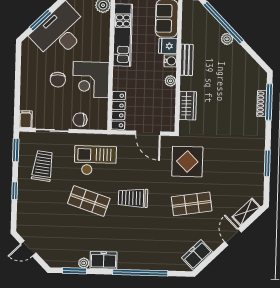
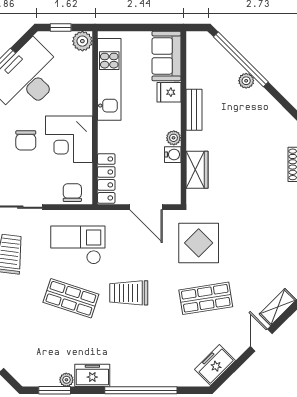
water cooler: (170, 61) -> (173, 155), moved
chair: (80, 120) -> (72, 193), moved, turned 90

